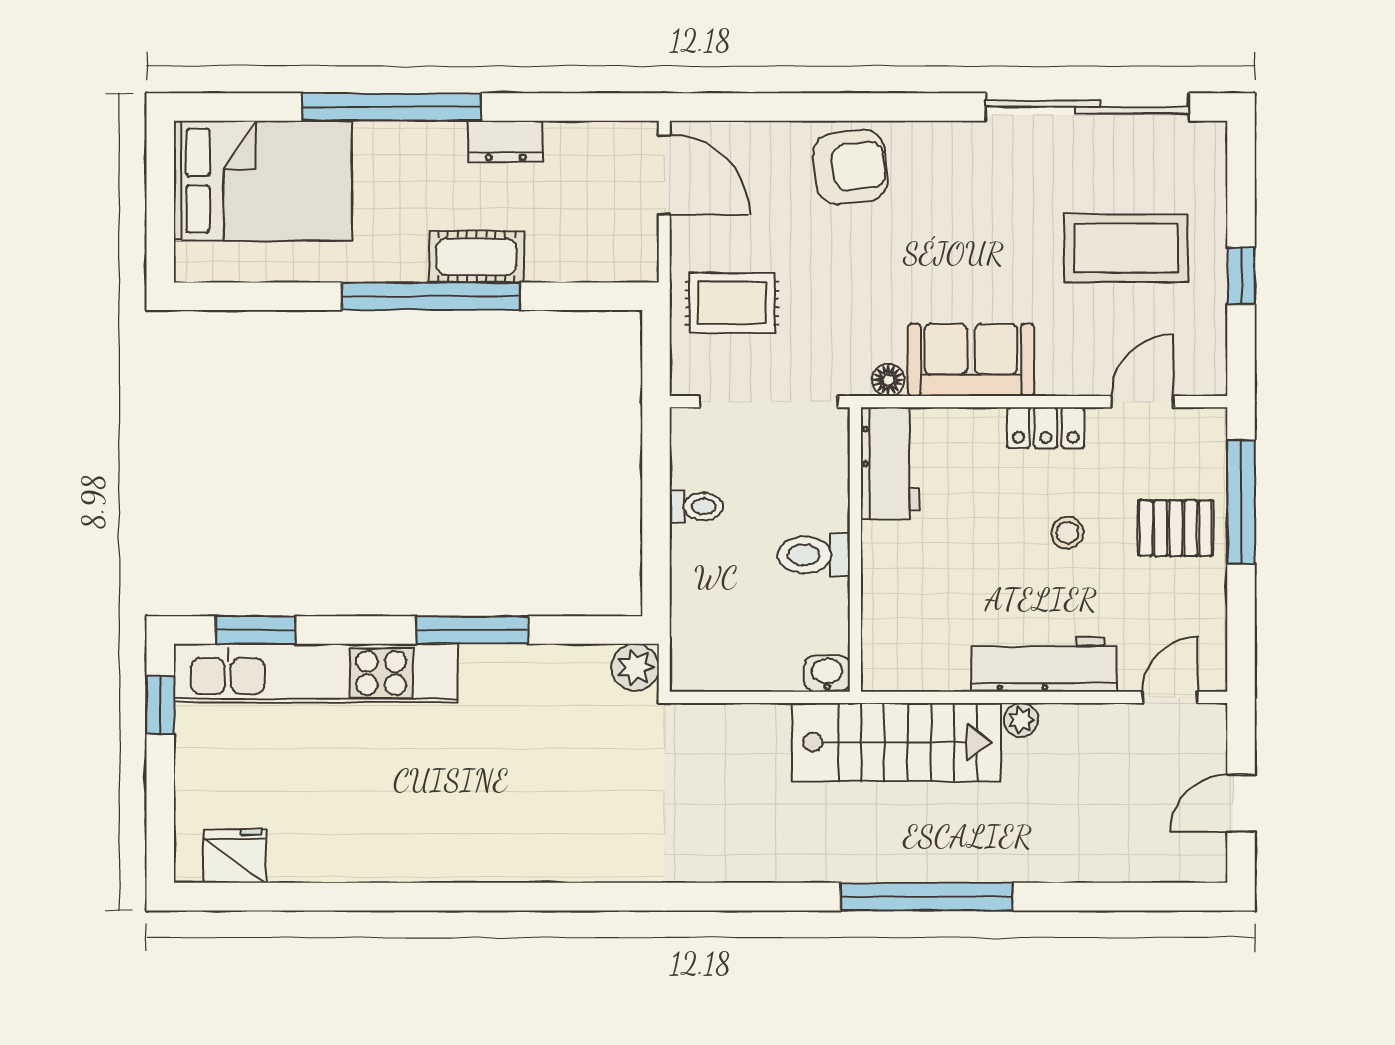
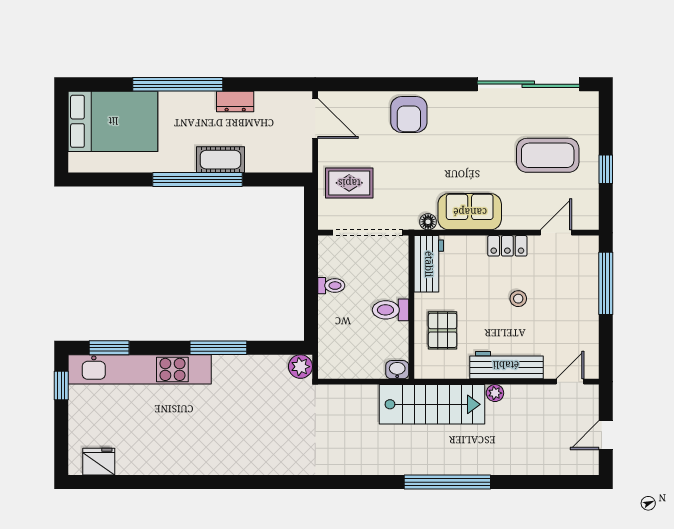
armchair: (850, 167) -> (409, 114), turned 97
pallet: (1176, 528) -> (443, 330), moved, turned 90

